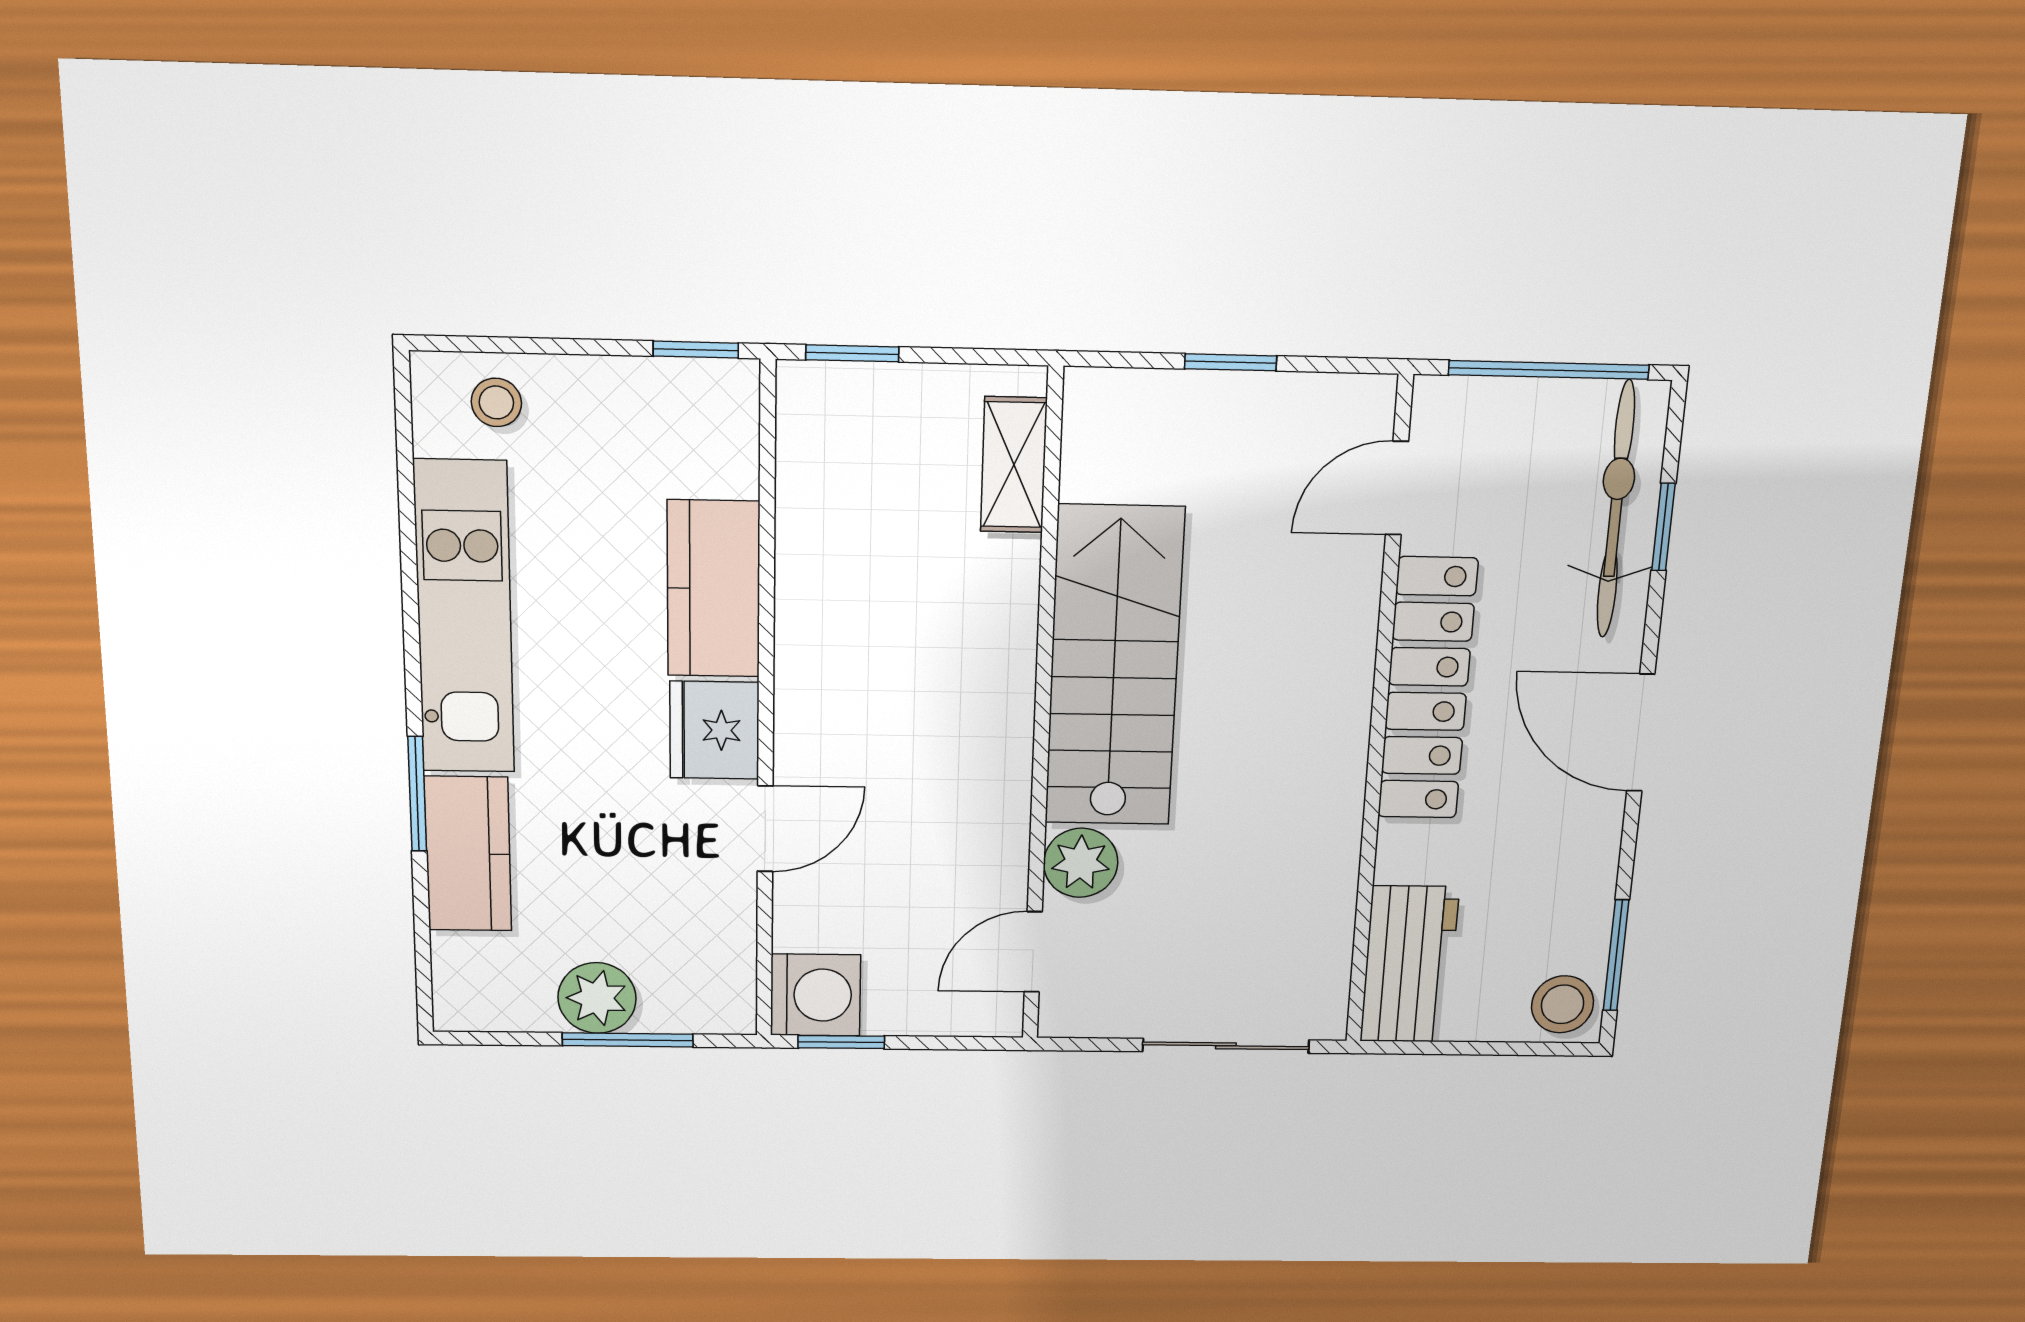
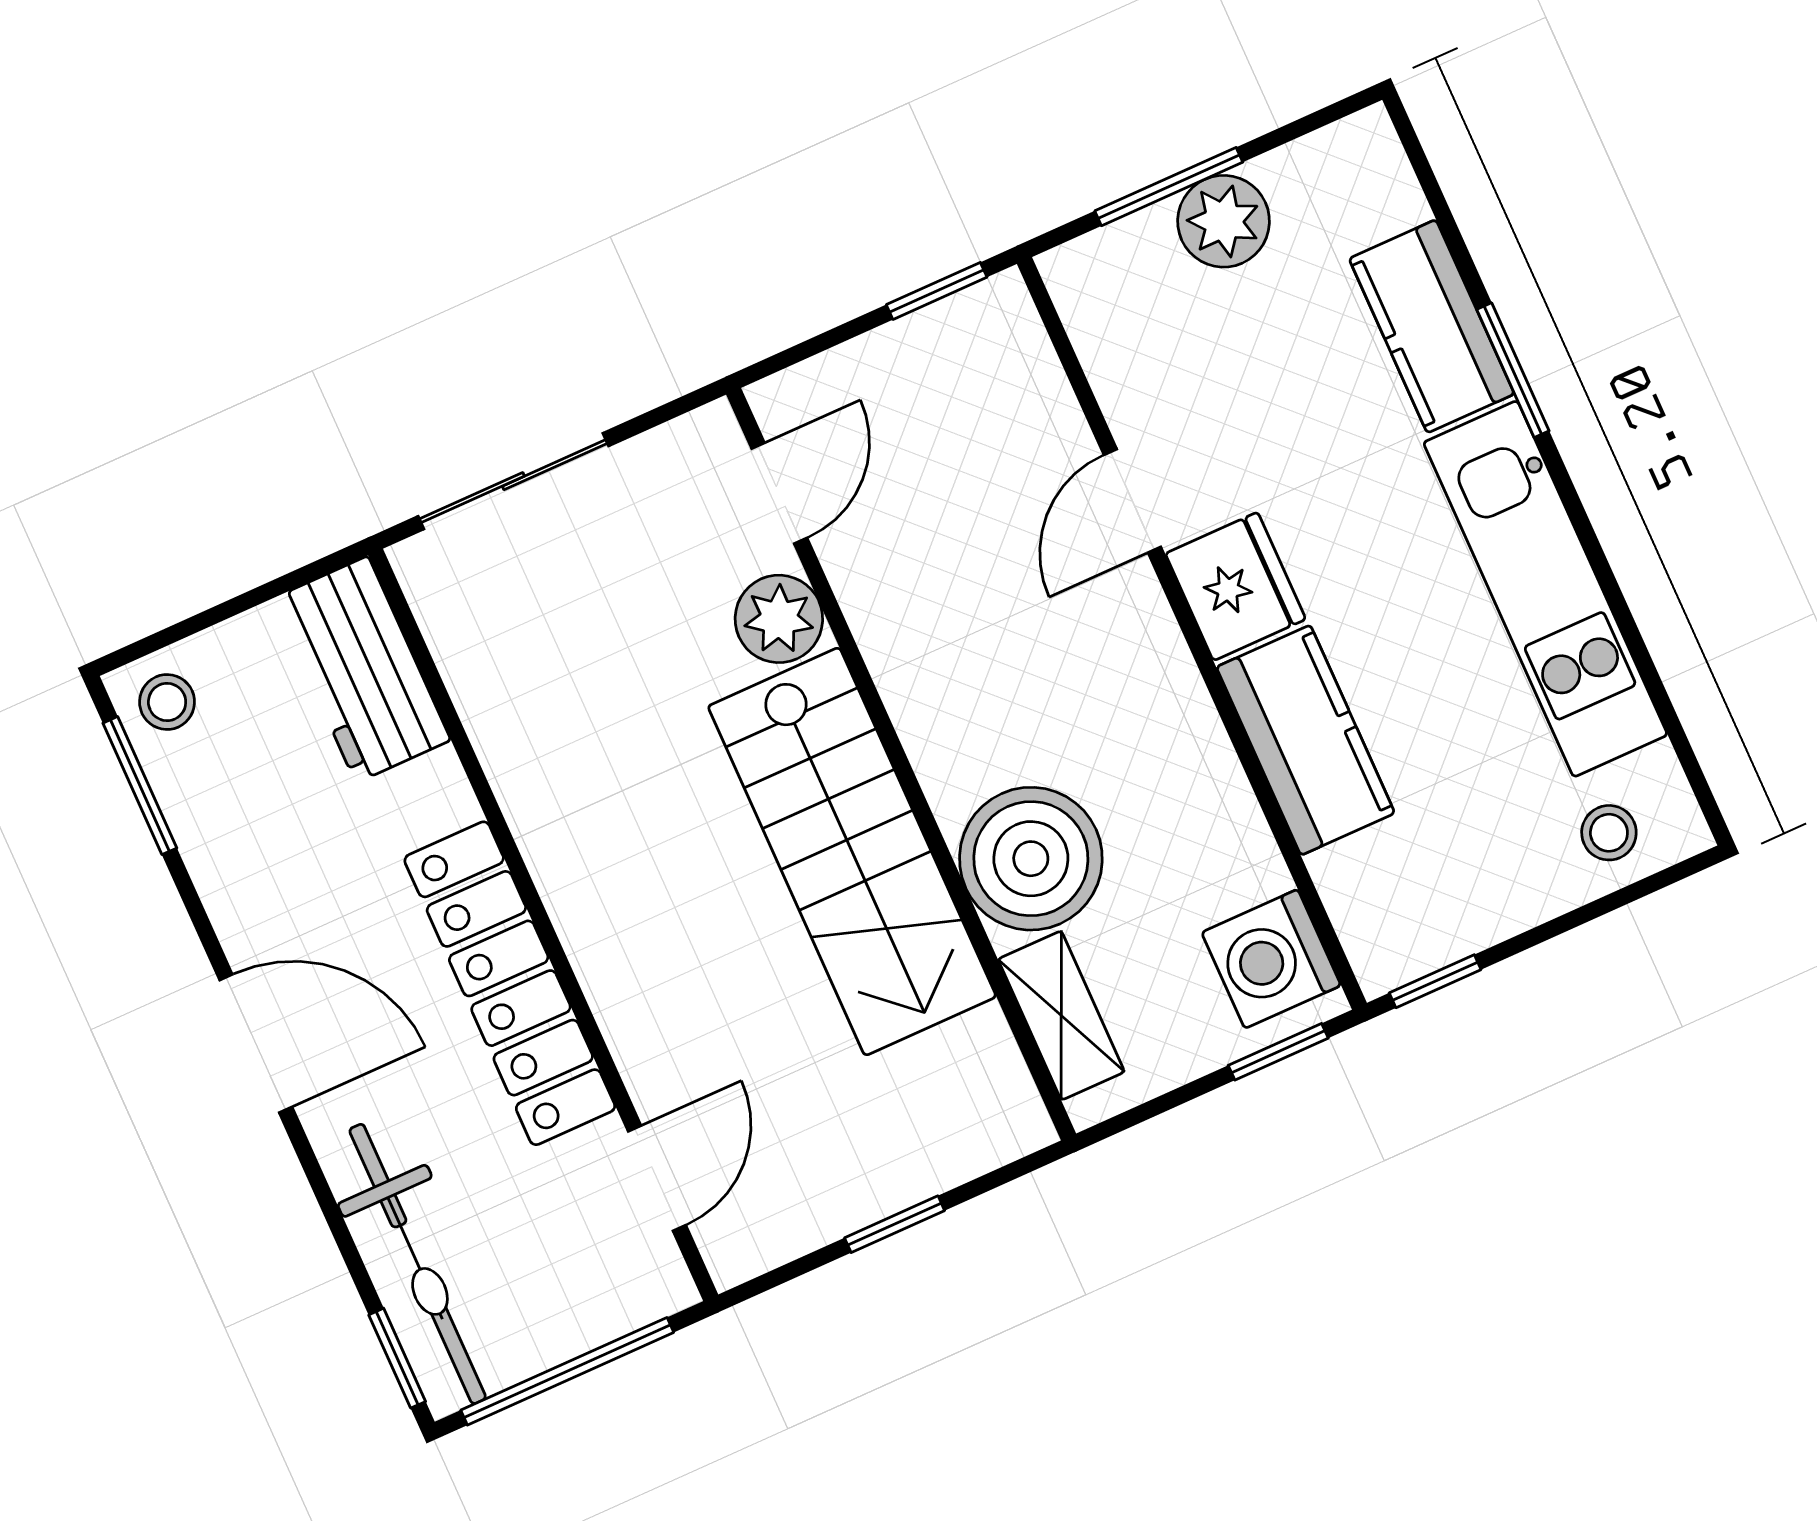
window: (1663, 527) -> (397, 1358), moved
boiler: (977, 598) -> (1031, 859), added
washing machine: (816, 995) -> (1271, 959), moved
stool: (1563, 1004) -> (167, 702), width x0.73, depth x0.73

